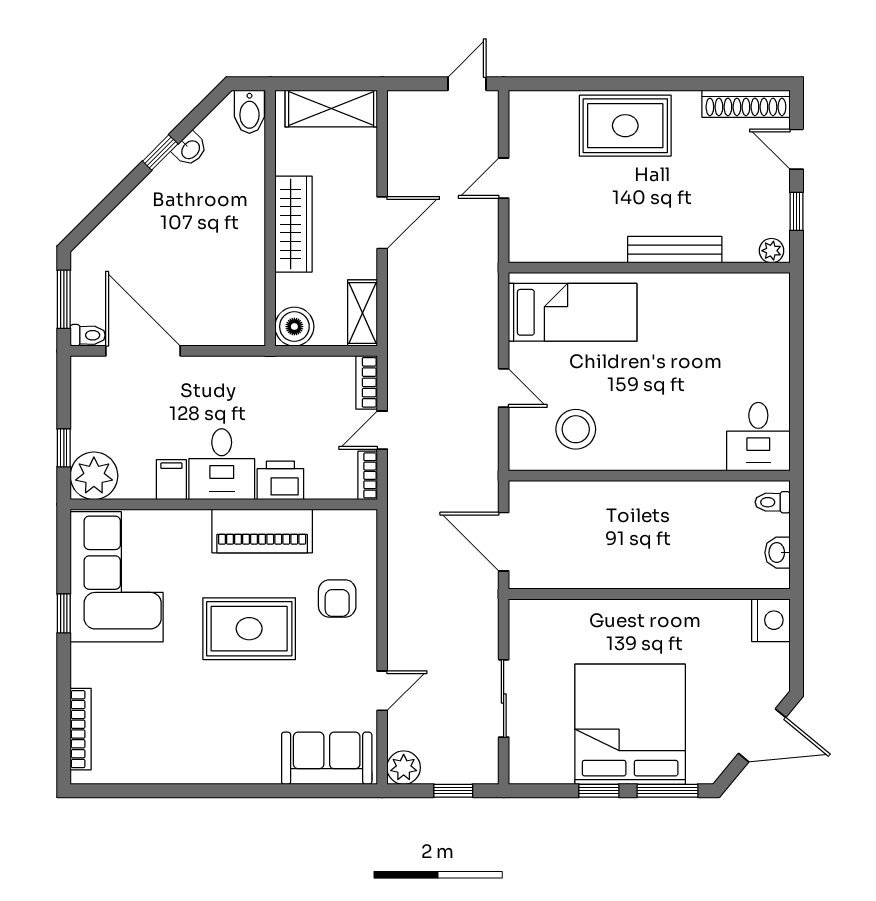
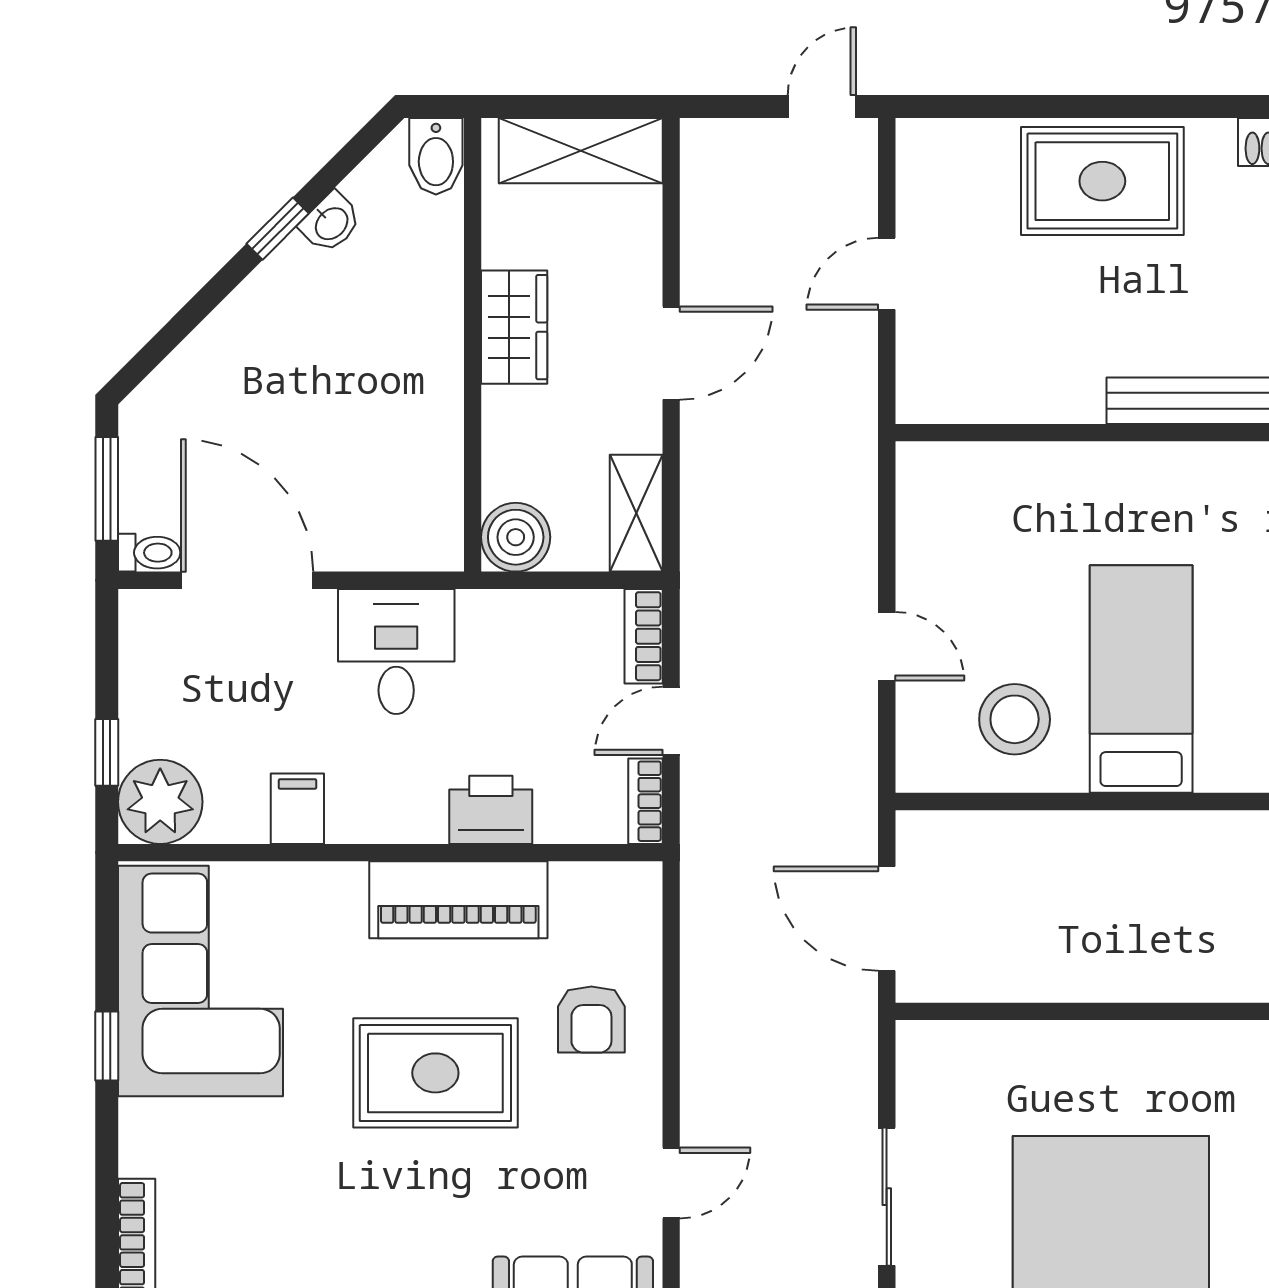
wardrobe: (294, 224) -> (514, 327), width x0.67
bed: (573, 312) -> (1141, 679), moved, turned -90
desk: (222, 464) -> (396, 651), moved, turned 180

